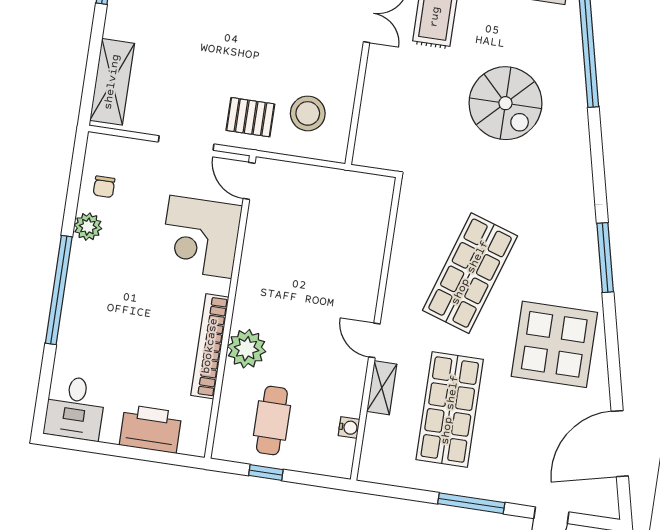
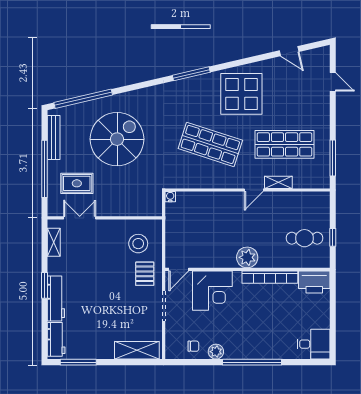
spiral stairs: (505, 103) -> (117, 139), width x1.37, depth x1.37
plant: (247, 349) -> (247, 257), moved
water cooler: (349, 427) -> (170, 197), moved
printer: (151, 429) -> (314, 282), moved, turned -90
door: (620, 444) -> (289, 51), width x0.53
window: (471, 503) -> (333, 158), moved

